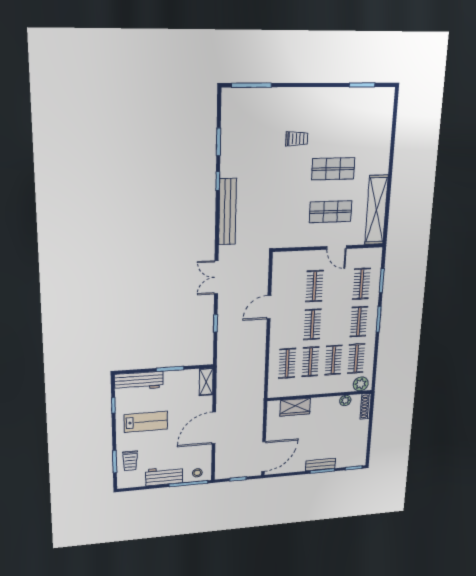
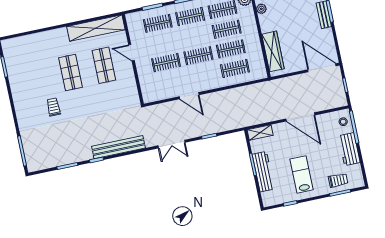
door: (337, 247) -> (131, 53), swing flipped
workbench: (139, 381) -> (263, 172), moved
wardrobe: (295, 407) -> (273, 51), width x1.50

